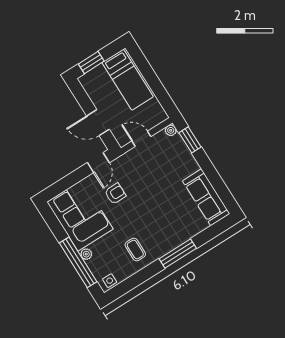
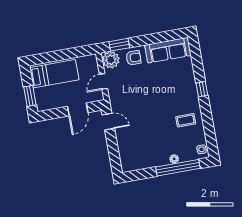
plant: (171, 130) -> (111, 60), width x1.88, depth x1.88
armchair: (115, 194) -> (133, 58), moved, turned 90
corner sofa: (80, 215) -> (143, 152), removed
window: (178, 253) -> (202, 89), width x0.46

